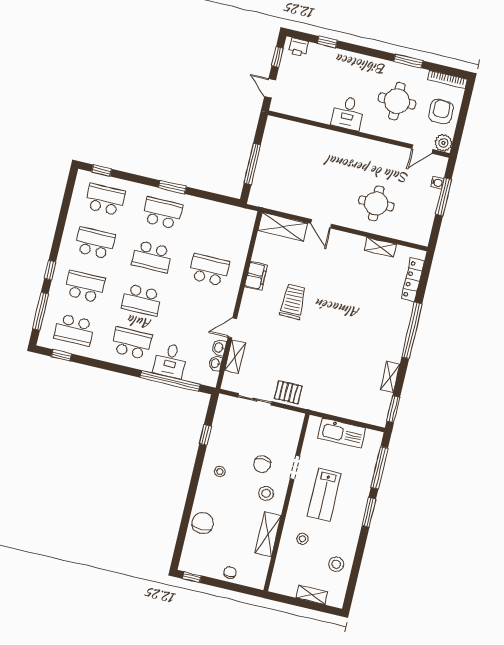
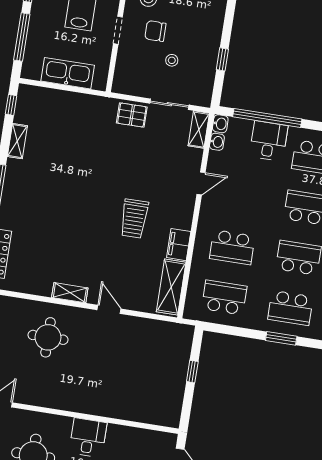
window: (252, 164) -> (192, 372), width x0.46
school desk: (219, 227) -> (224, 297), added
shelving: (283, 227) -> (171, 287), moved, turned 90
shelving: (380, 247) -> (70, 293), moved
washbasin: (219, 348) -> (220, 124), moved
shelving: (235, 357) -> (199, 130), moved
window: (393, 409) -> (11, 105), width x0.67
chair: (262, 464) -> (155, 31), turned -90
stool: (220, 471) -> (172, 60), moved

